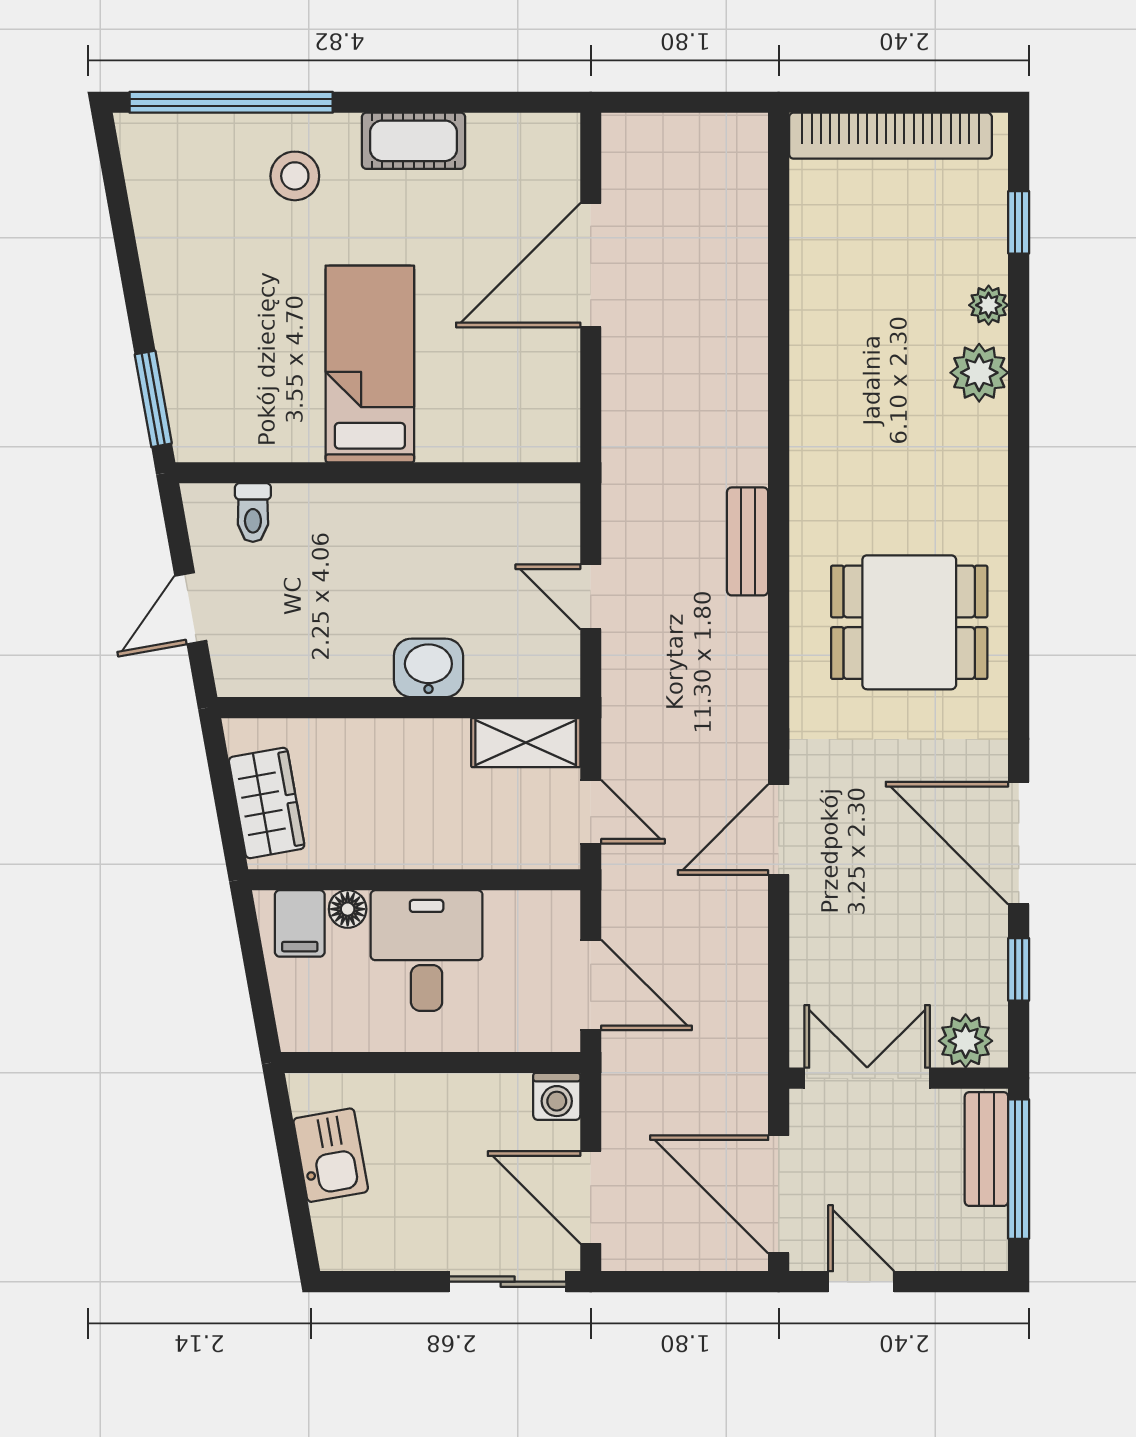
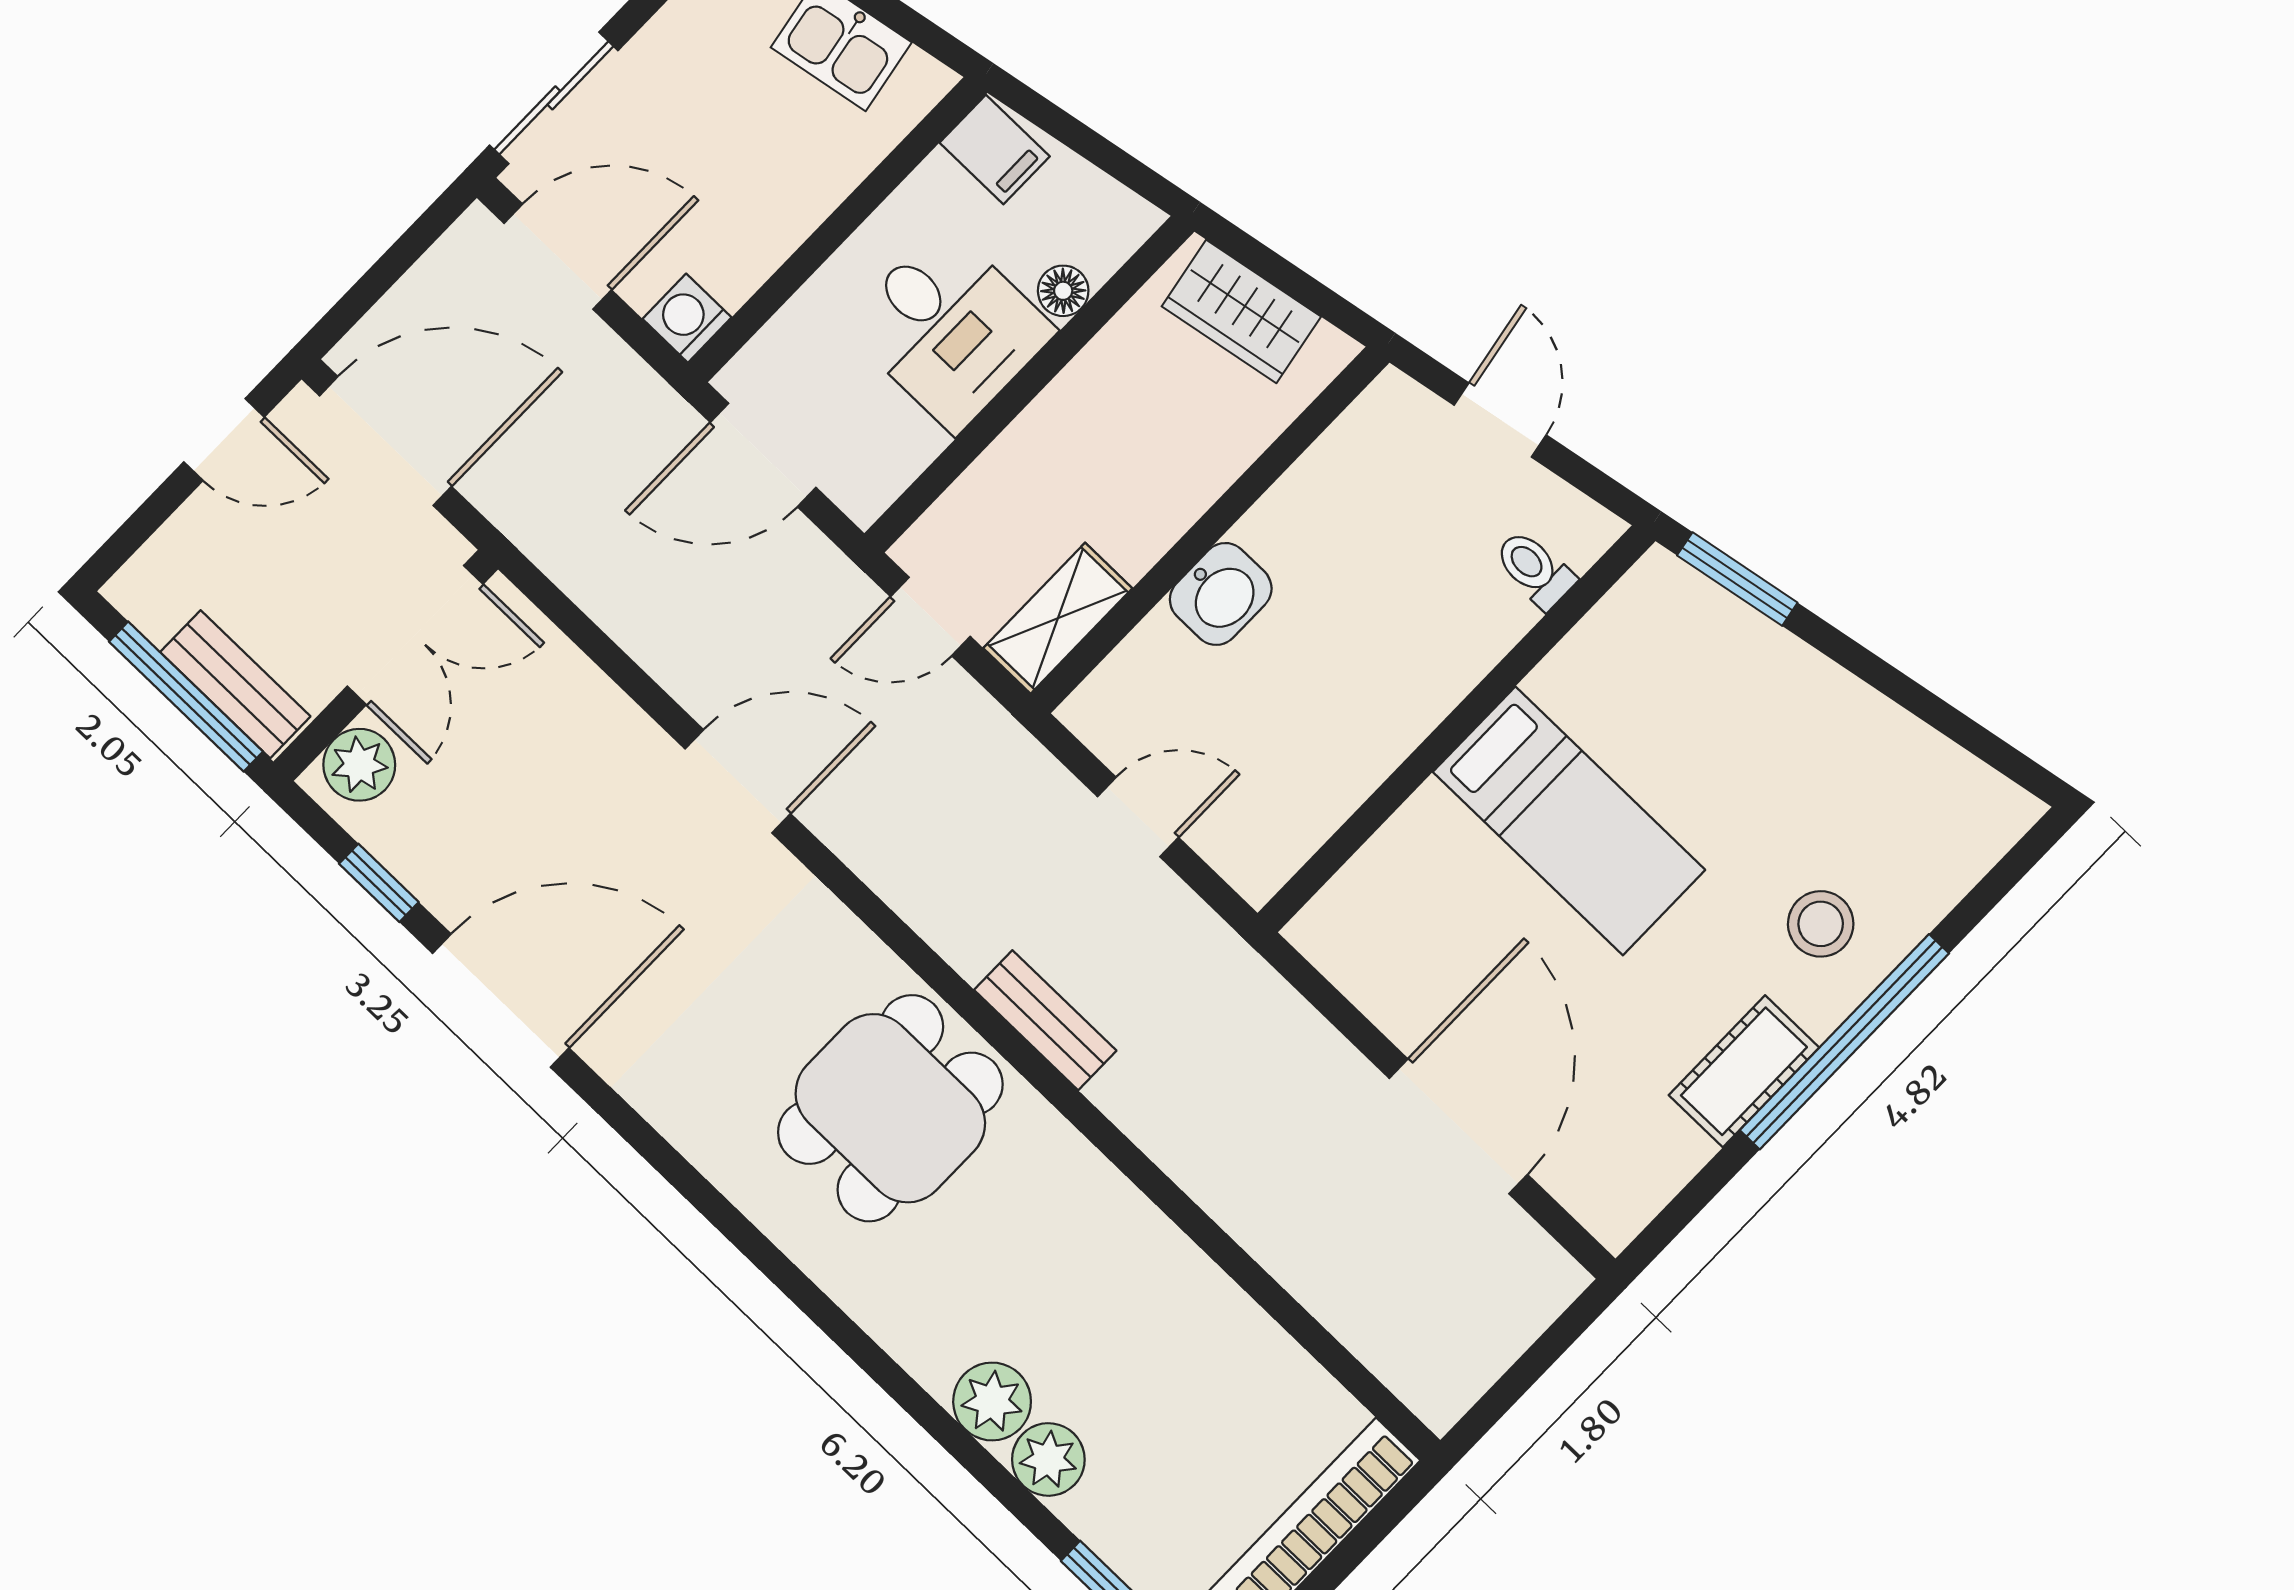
window: (231, 102) -> (1844, 1042), moved
plant: (989, 305) -> (1048, 1459), width x1.38, depth x1.38
dining table: (909, 622) -> (890, 1108), moved
door: (779, 830) -> (738, 781), hinge flipped
filing cabinet: (300, 923) -> (995, 150), moved, turned 180

